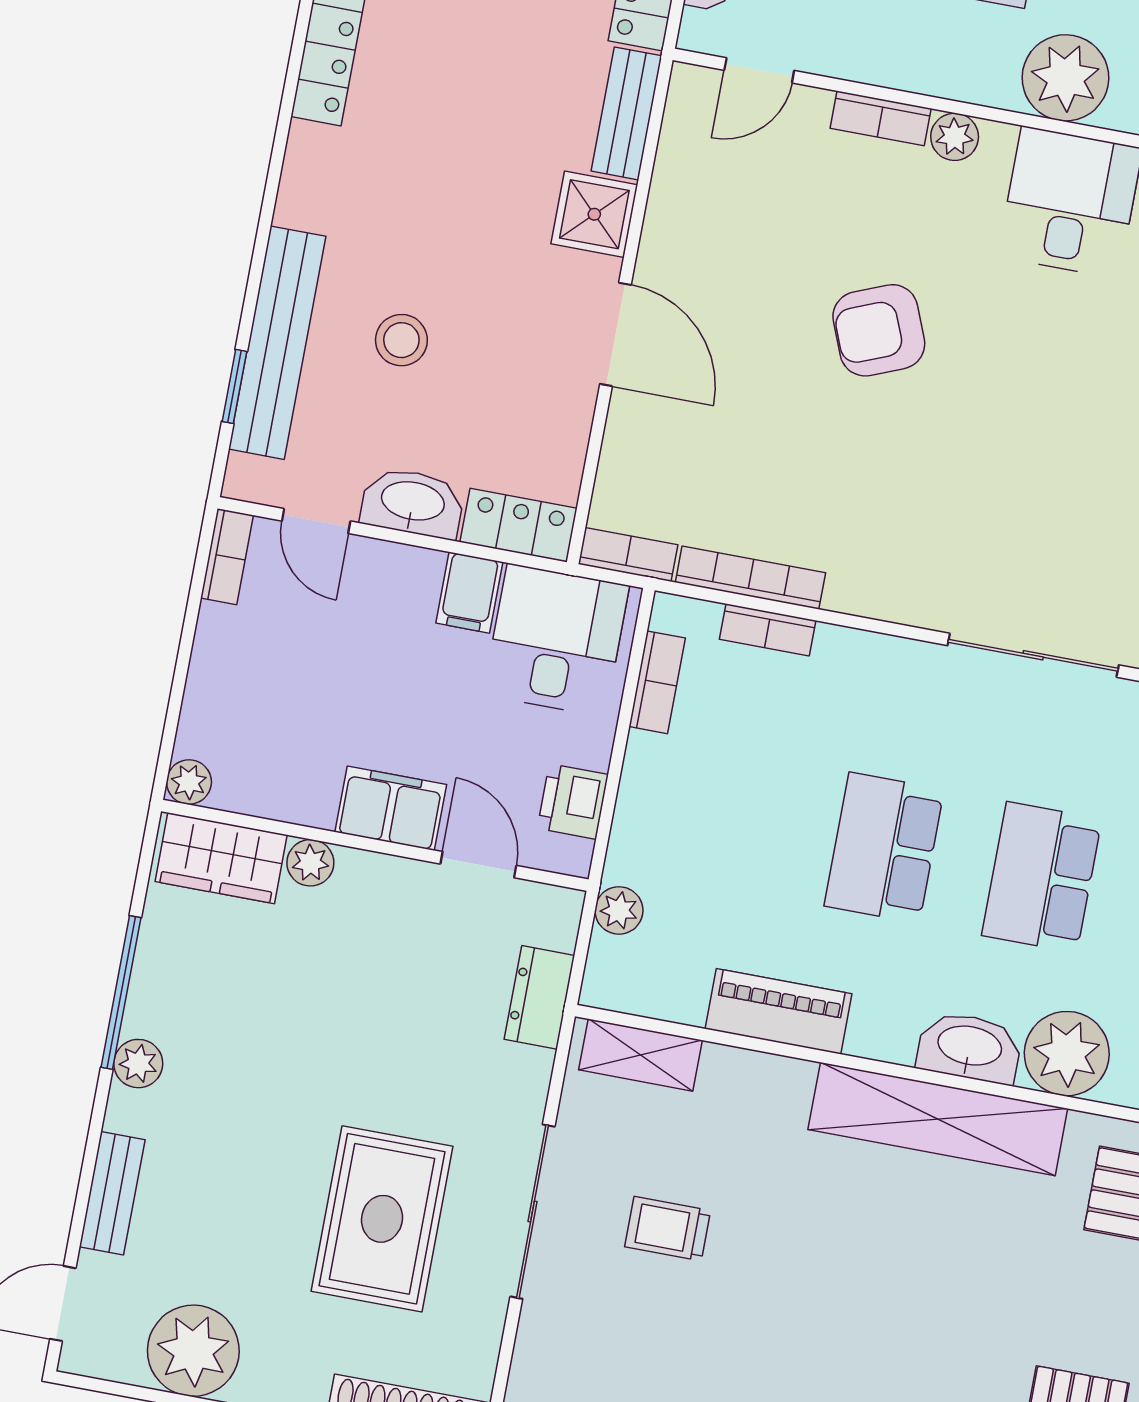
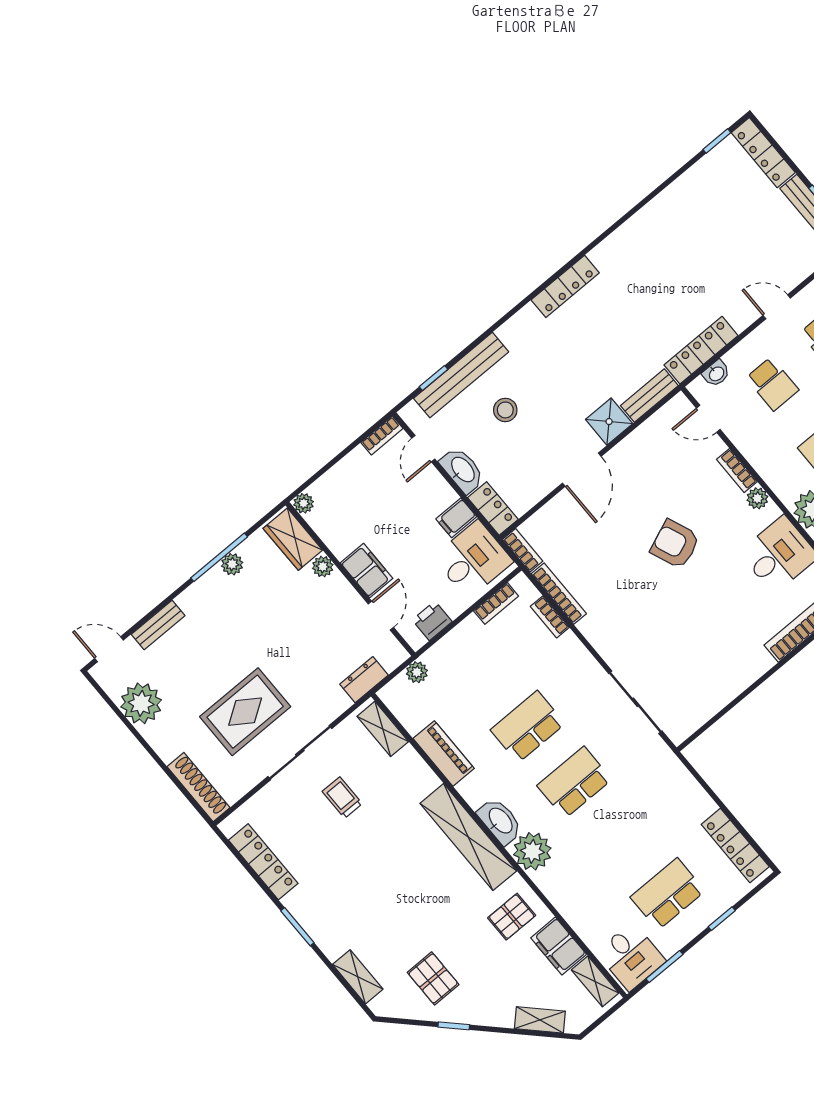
plant: (138, 1064) -> (232, 564), moved

